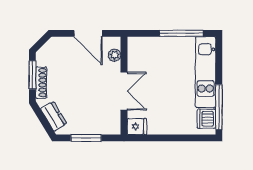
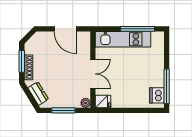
plant: (115, 55) -> (86, 103), moved
kitchen unit: (206, 72) -> (123, 39), moved, turned -90

